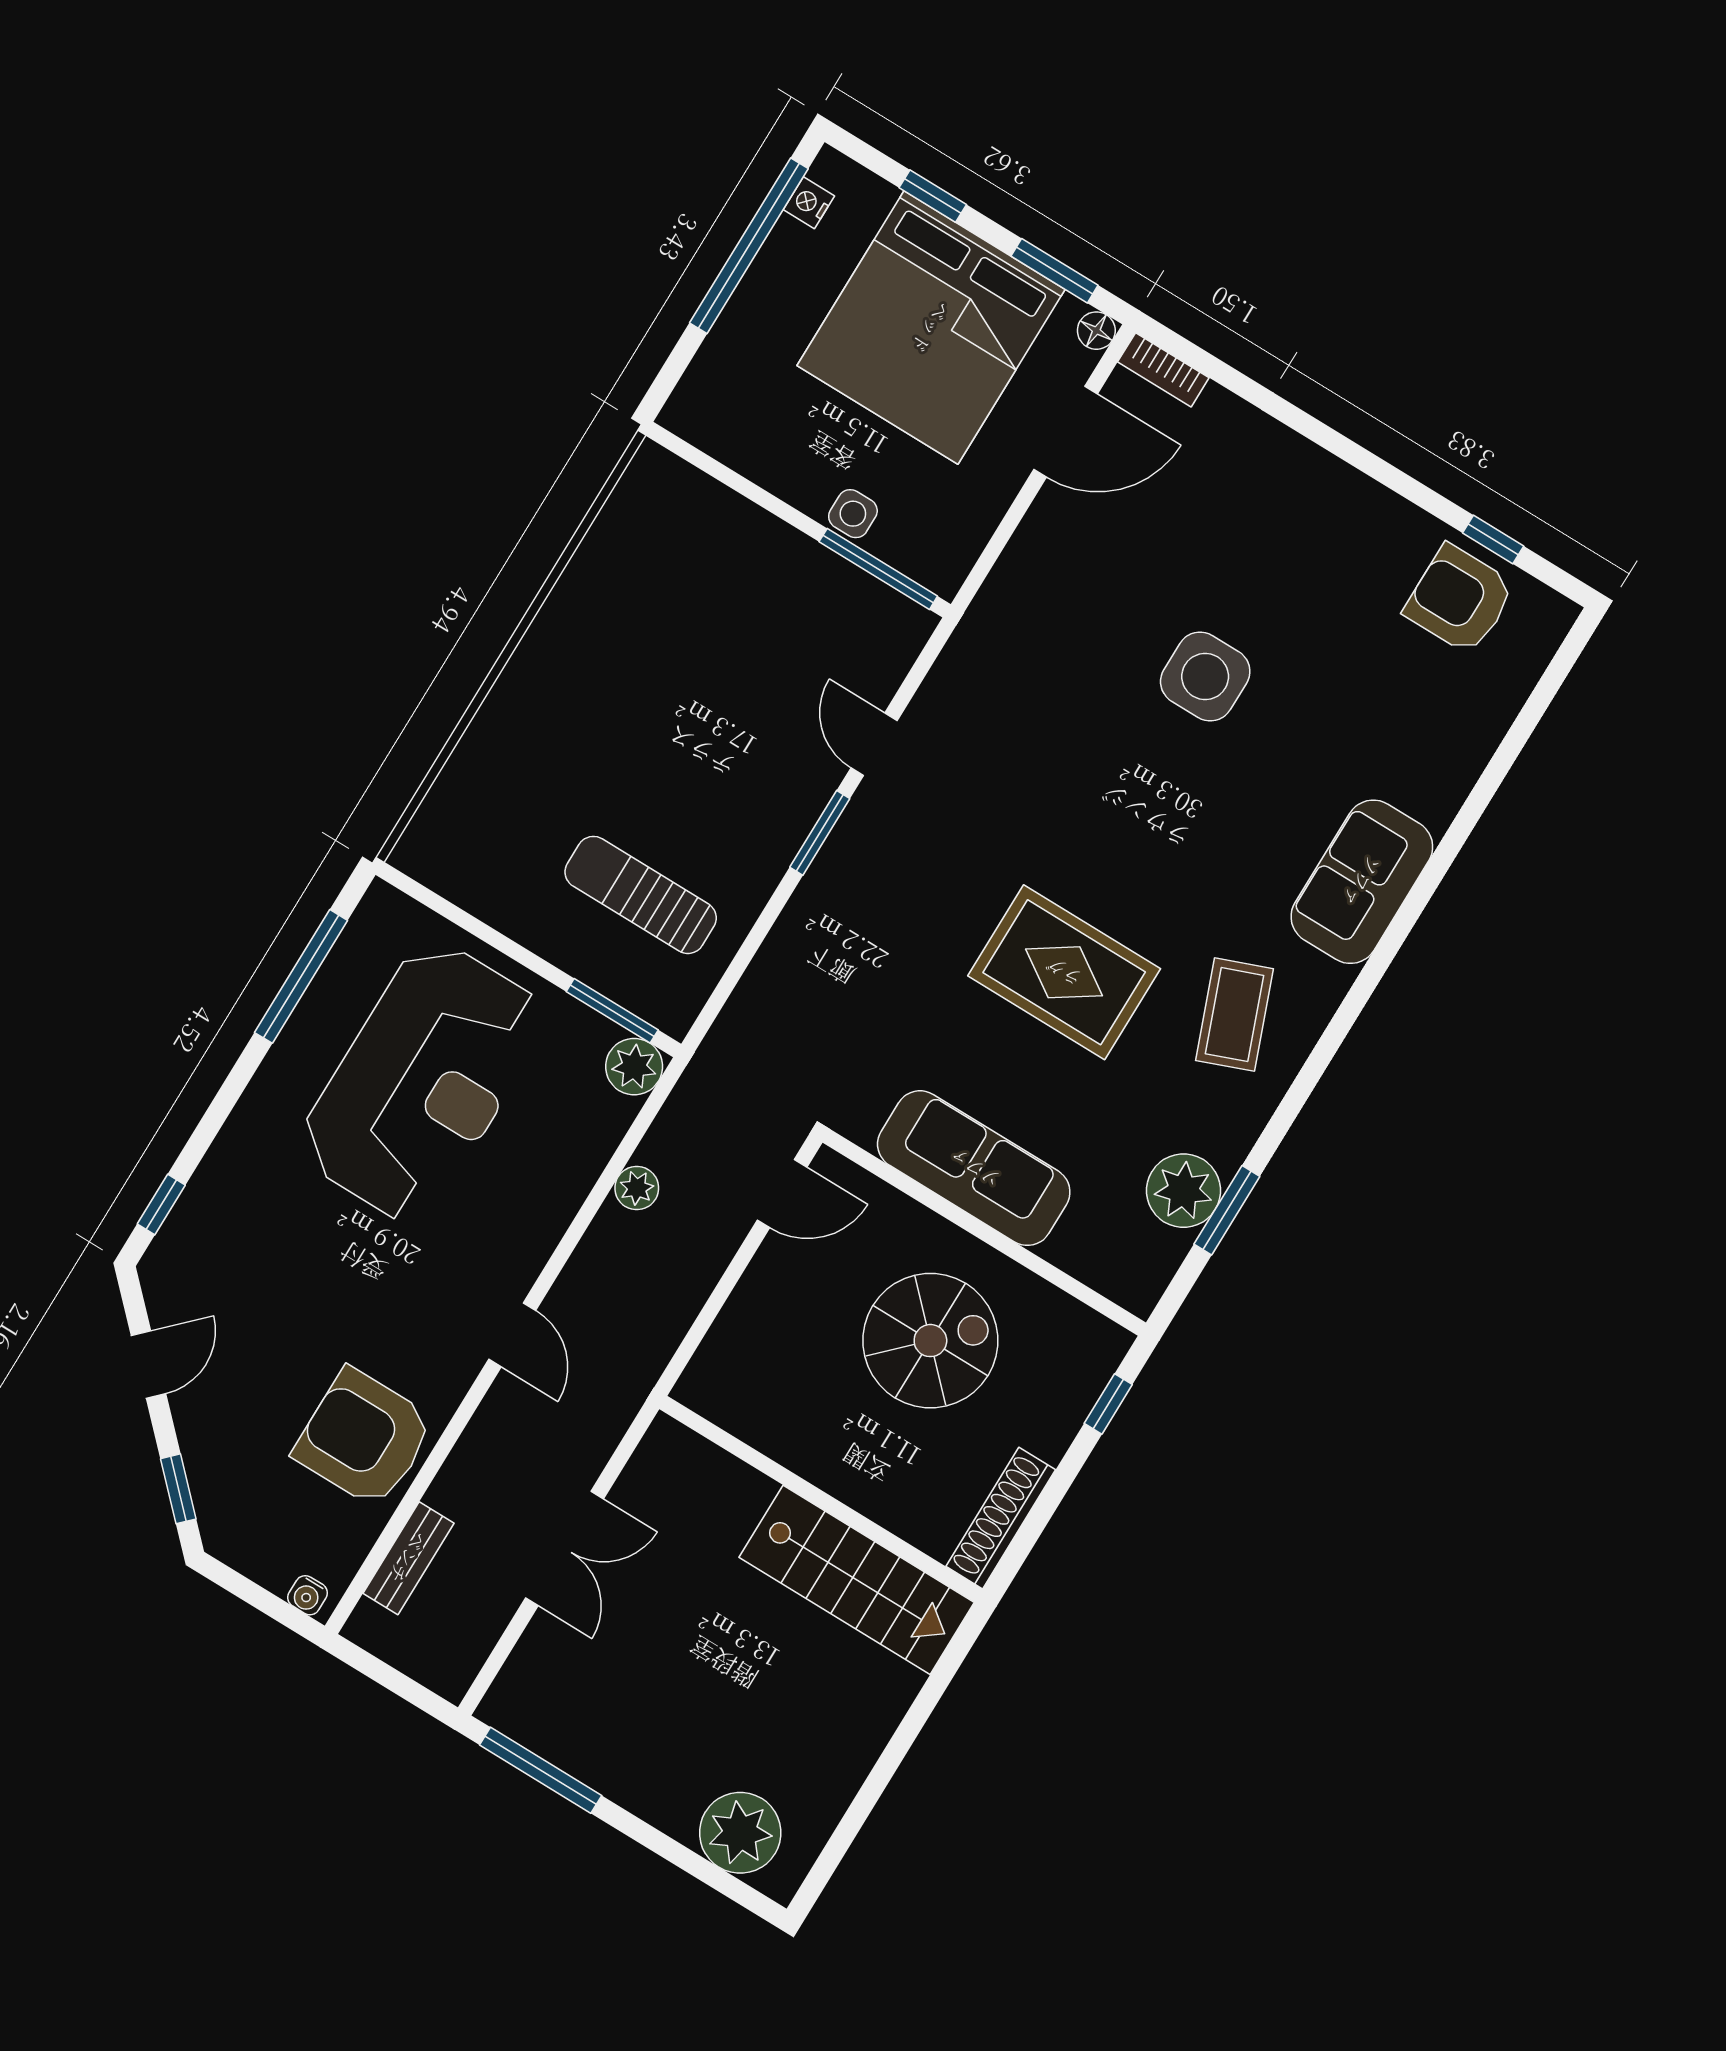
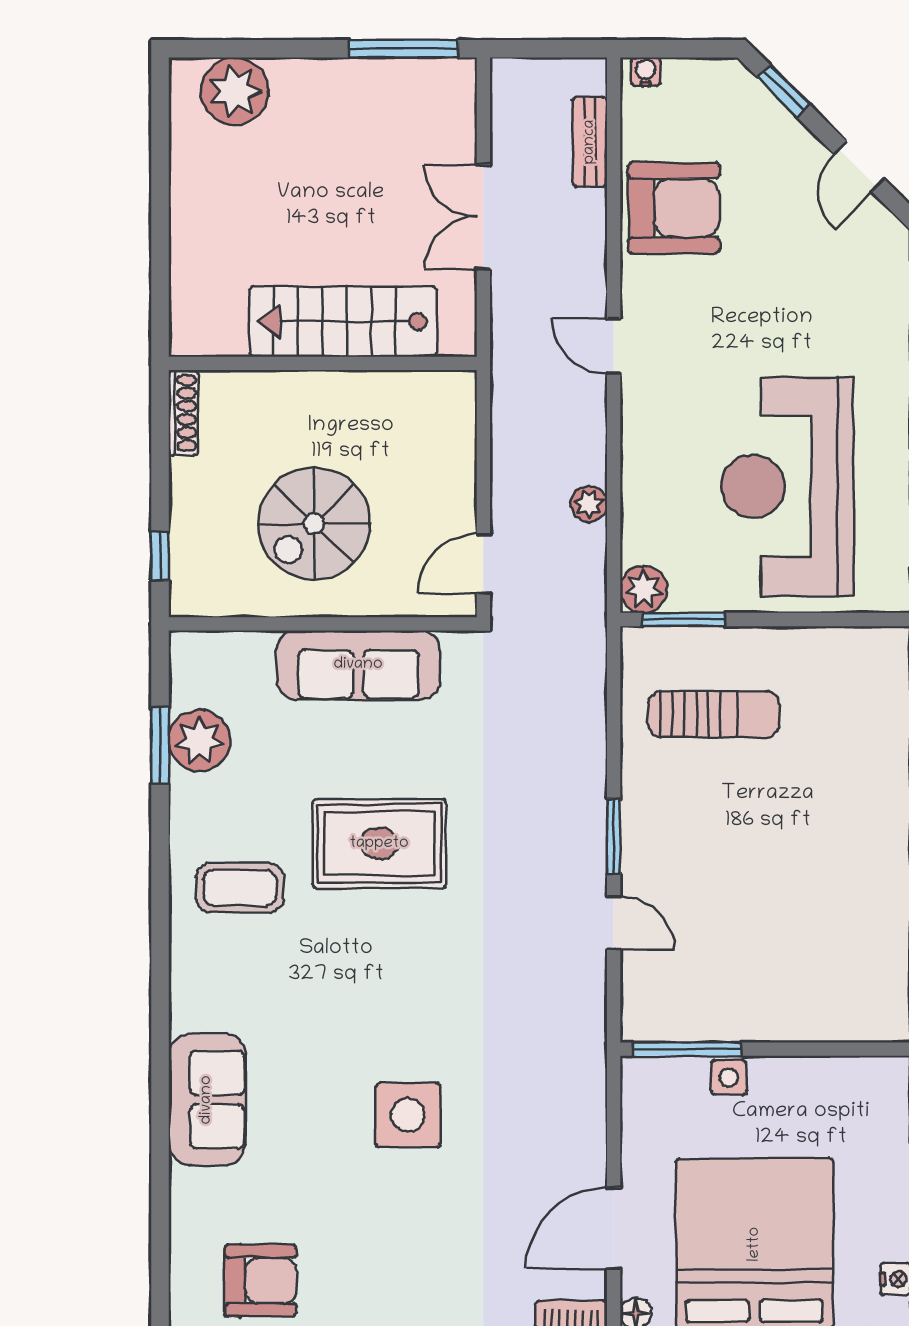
sofa: (1362, 882) -> (207, 1100), moved
coffee table: (1234, 1015) -> (240, 888), turned -69
shoe rack: (1001, 1518) -> (183, 413), width x0.74, depth x0.81
stairs: (857, 1580) -> (343, 322), moved

